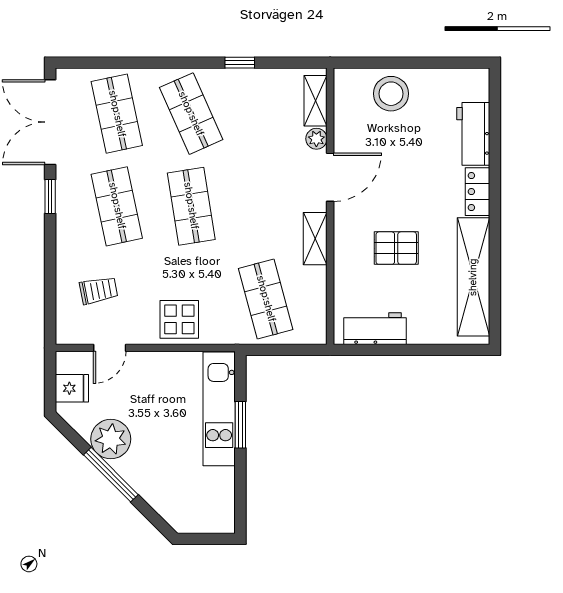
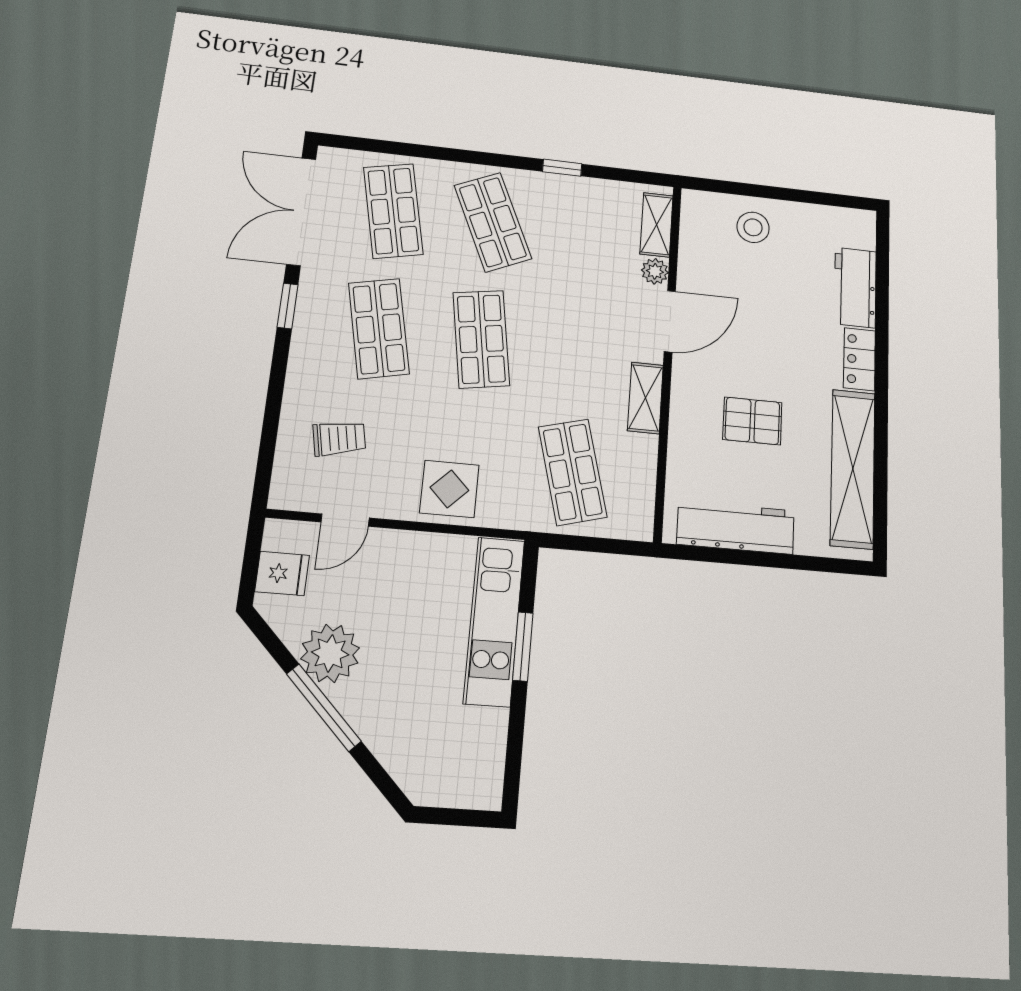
stool: (391, 94) -> (753, 227), width x0.73, depth x0.73
workbench: (375, 329) -> (736, 527), width x1.38

